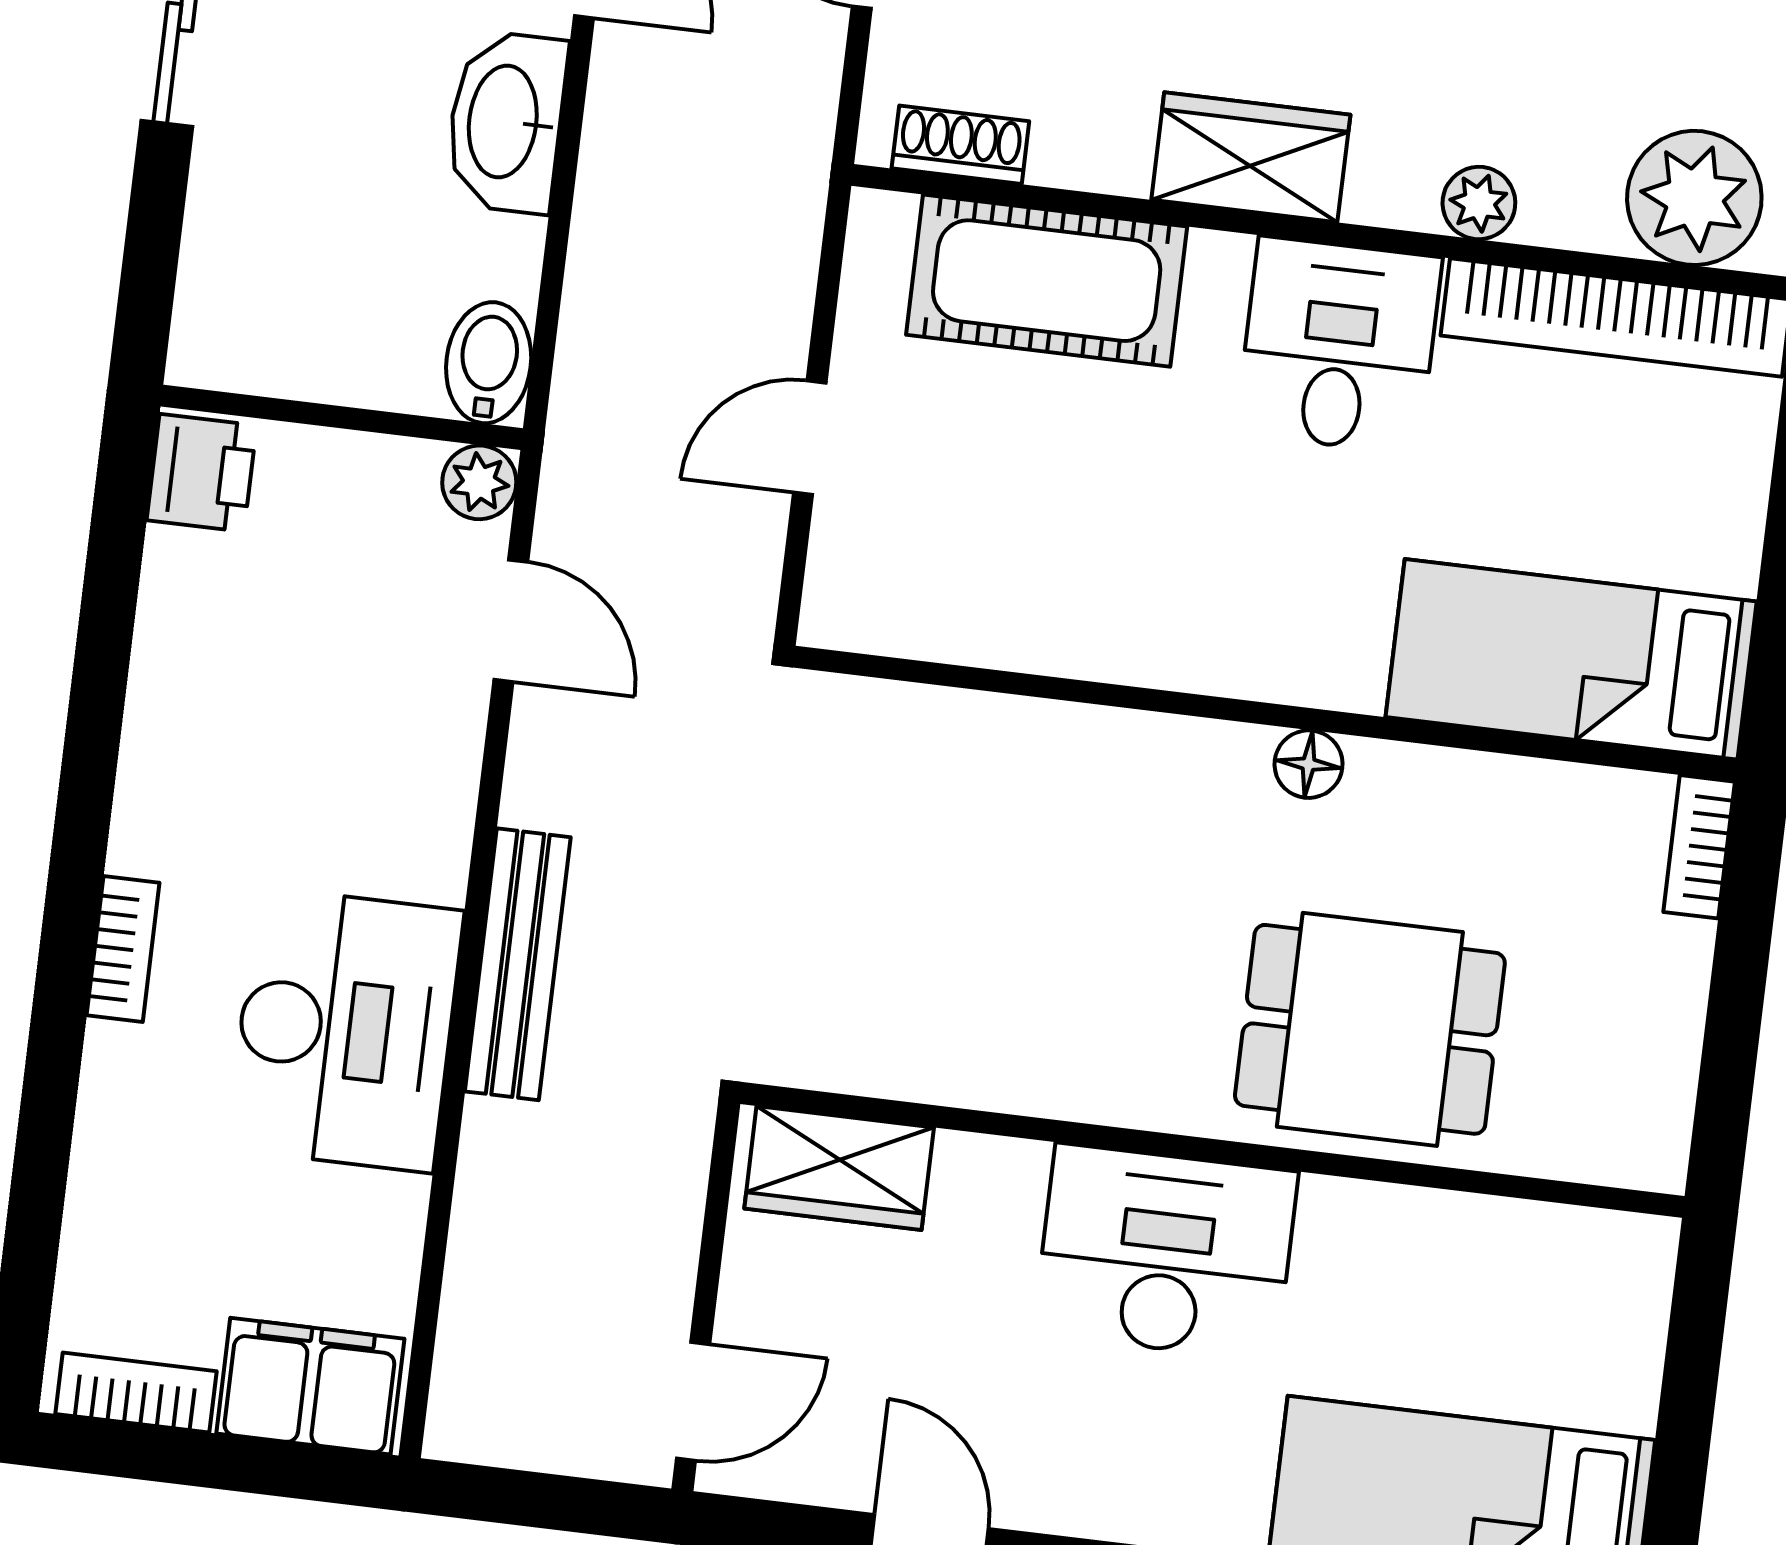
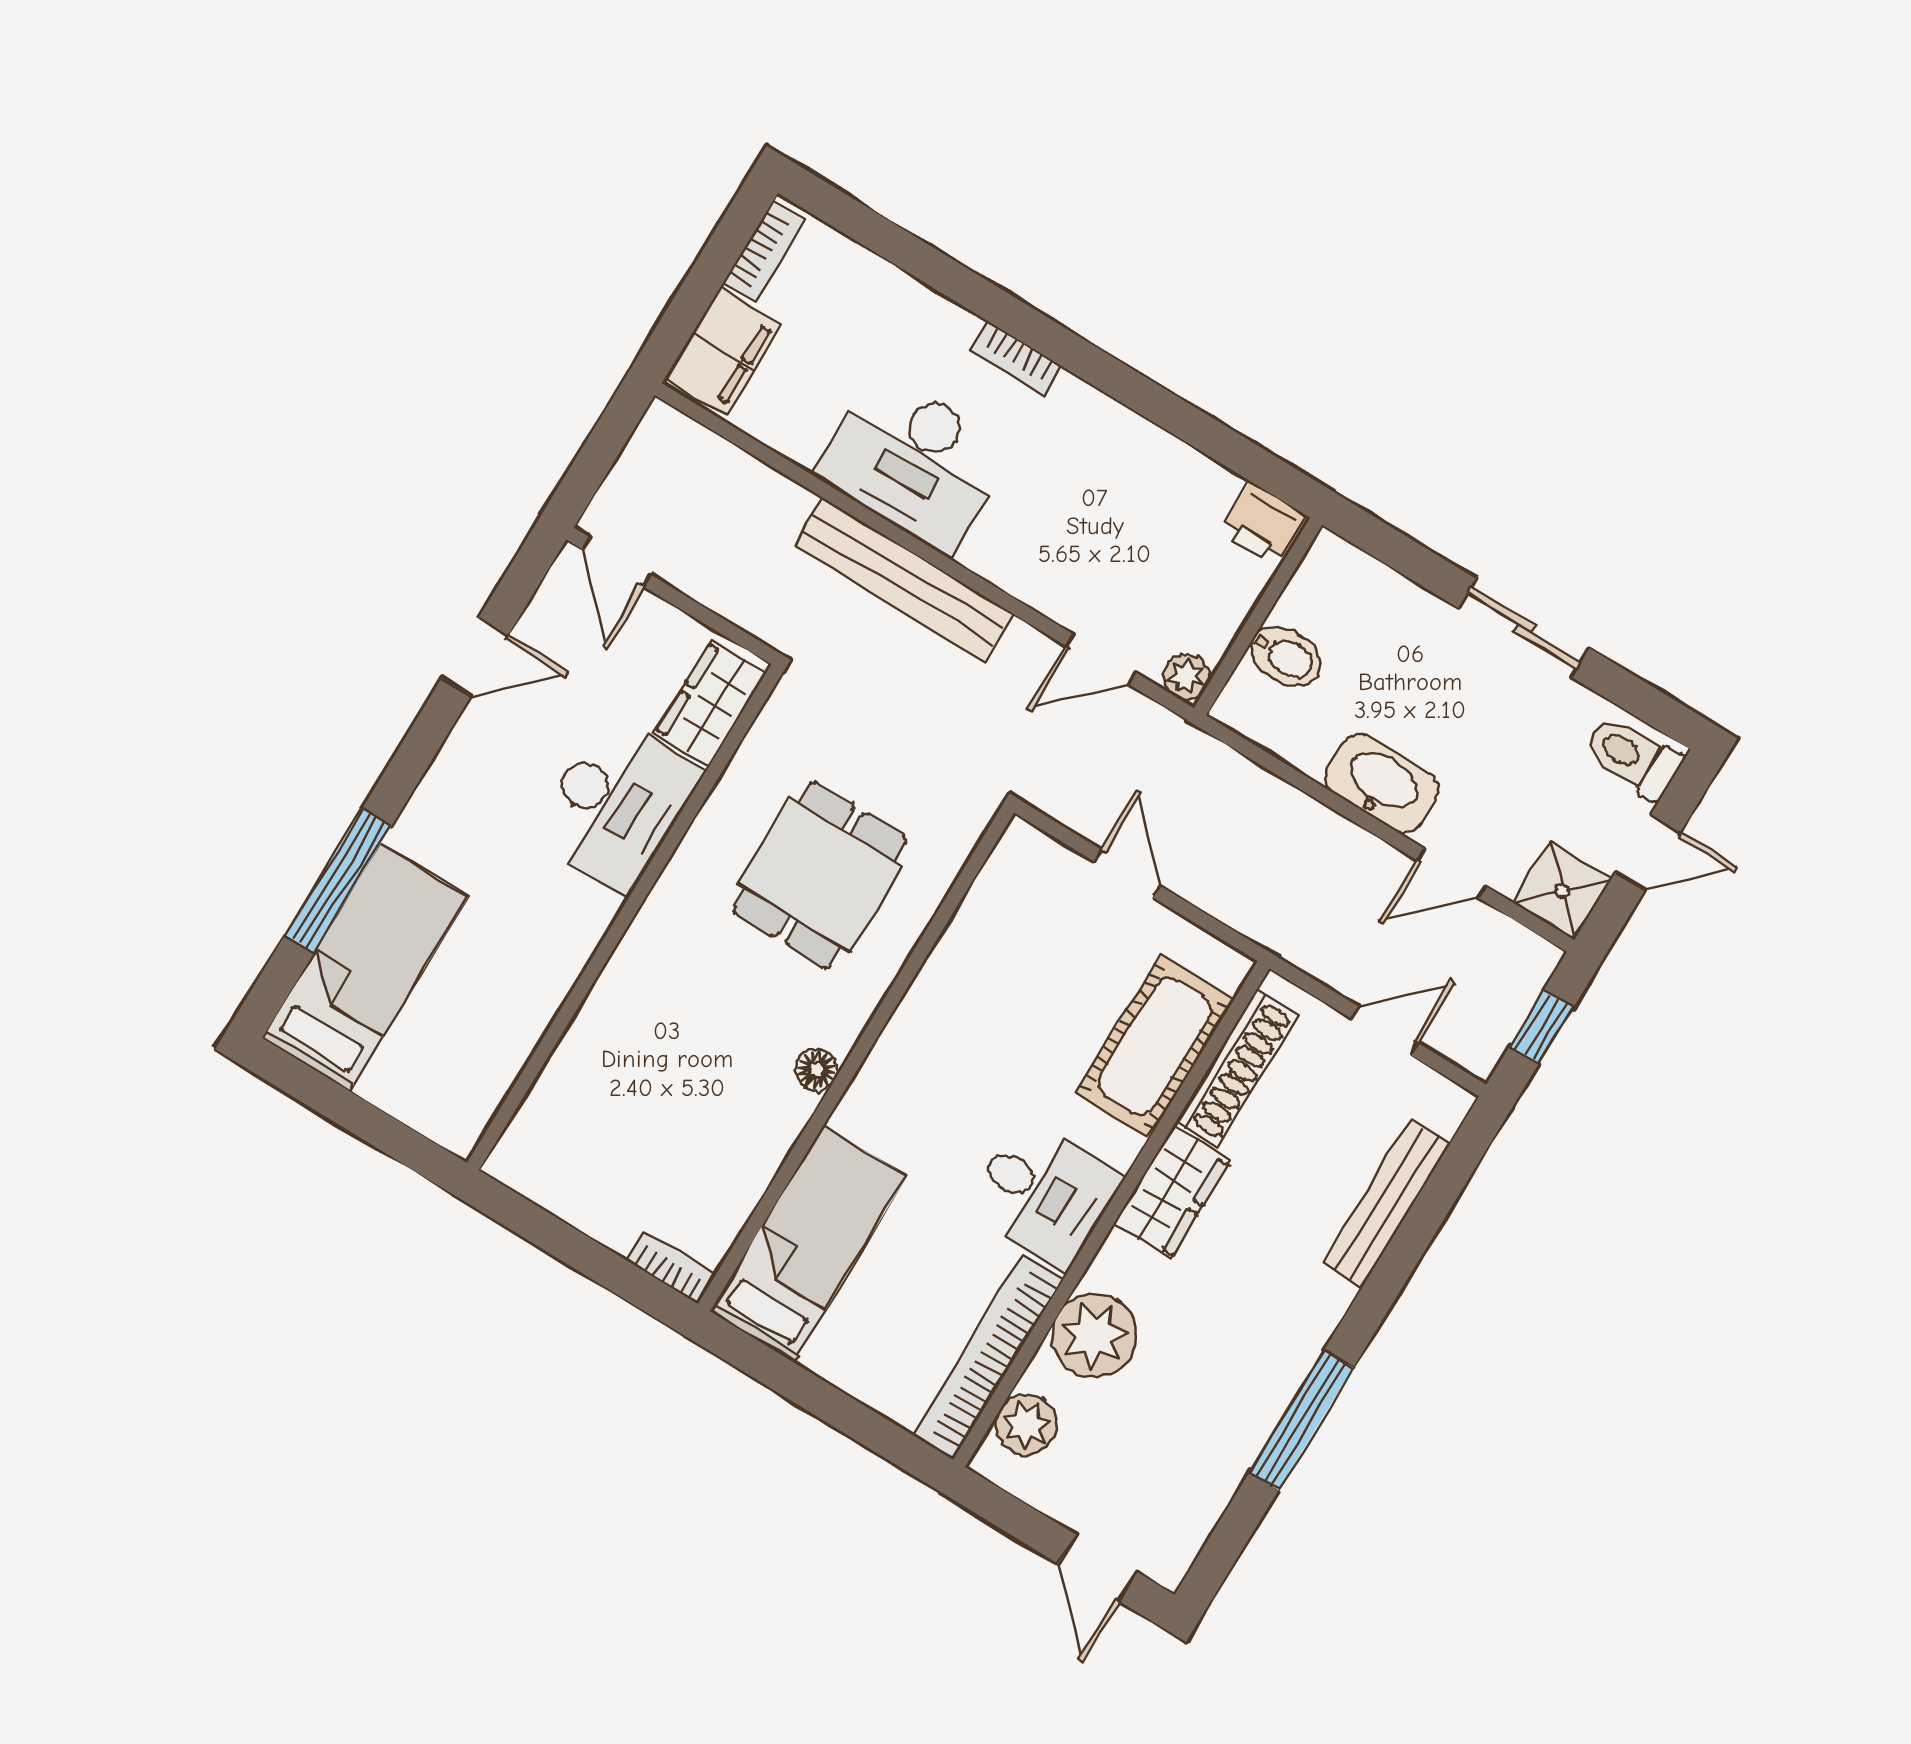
shoe rack: (960, 145) -> (1237, 1068), width x1.94, depth x1.24
plant: (1694, 198) -> (1026, 1425), width x0.73, depth x0.73
plant: (1479, 203) -> (1094, 1335), width x1.88, depth x1.88
bidet: (489, 363) -> (1285, 656), moved
bench: (518, 964) -> (904, 580), width x1.37, depth x1.21
dining table: (1370, 1029) -> (820, 875), moved
desk: (1166, 1252) -> (617, 804), moved

